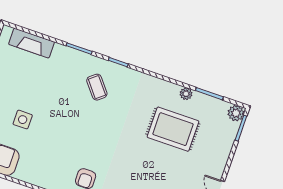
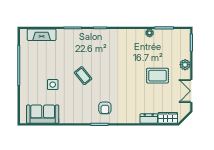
coffee table: (97, 87) -> (83, 76), moved
plant: (236, 113) -> (185, 65), moved
rug: (173, 129) -> (158, 76), moved, width x0.73, depth x0.70

